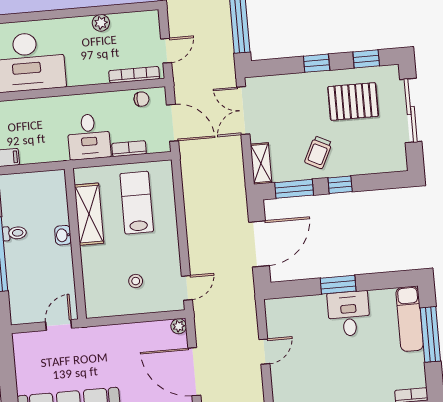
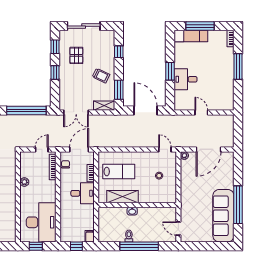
door: (166, 51) -> (42, 149), hinge flipped
pallet: (353, 101) -> (76, 55), width x0.67, depth x0.71
window: (340, 185) -> (119, 52), moved
lab bench: (137, 203) -> (119, 172), turned 180
desk: (349, 314) -> (186, 79), moved
door: (59, 325) -> (178, 228), moved

